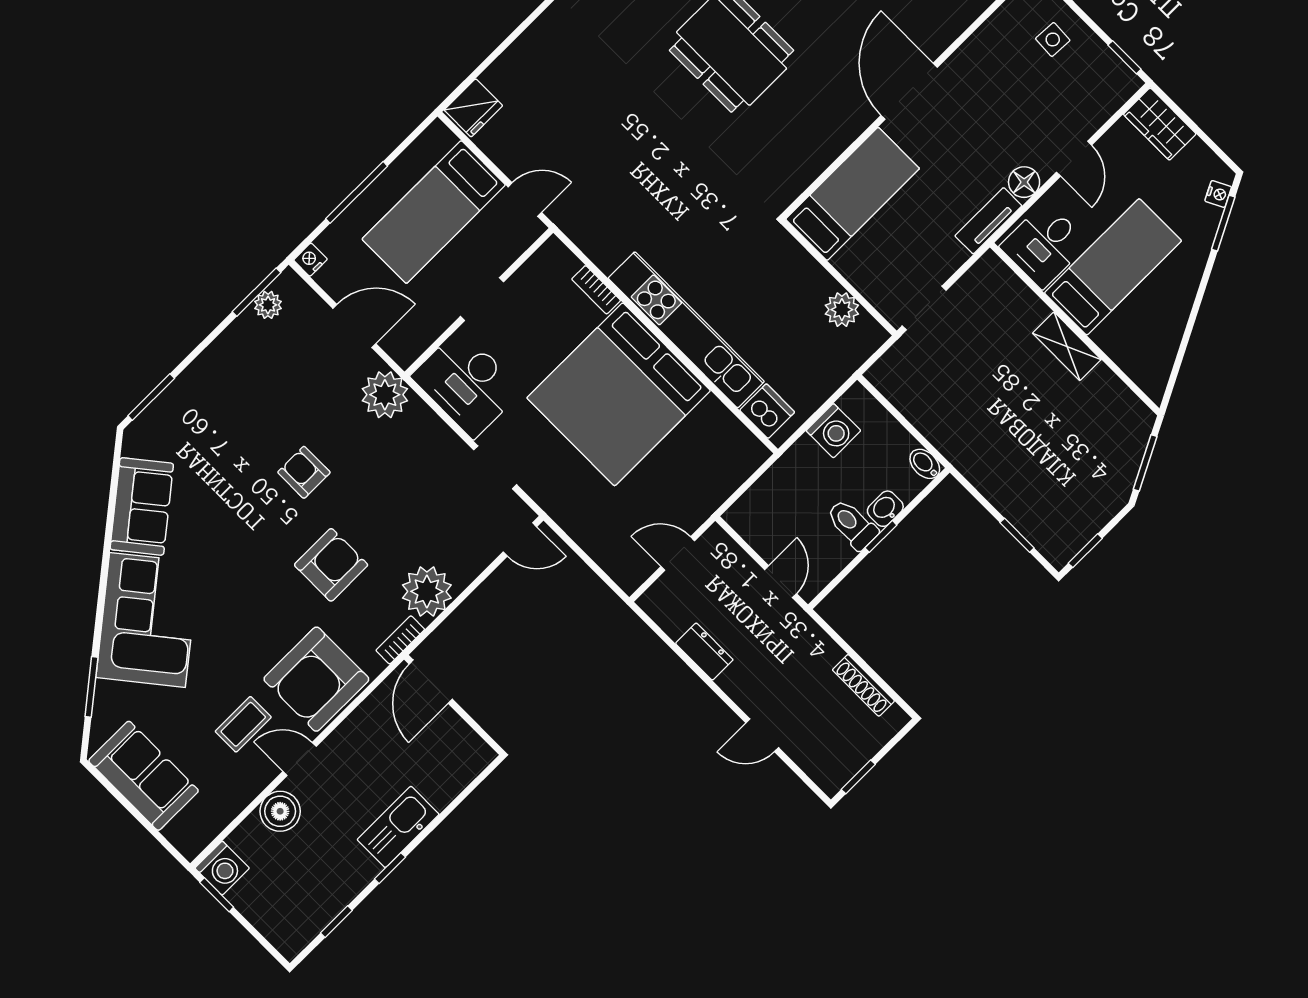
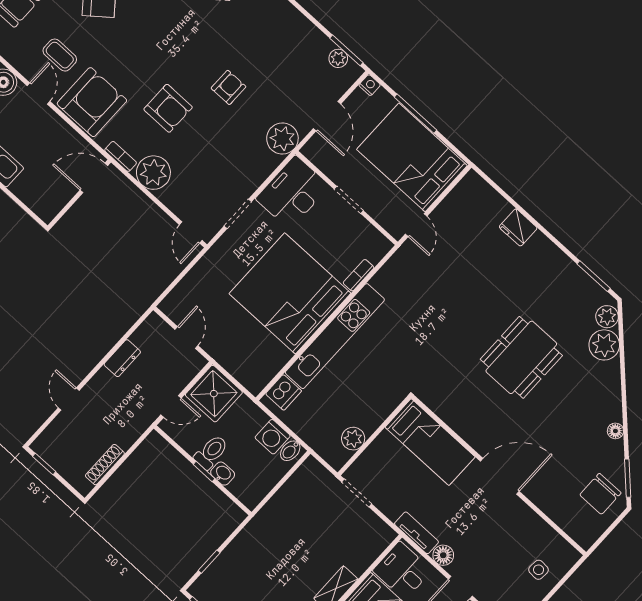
fridge: (473, 108) -> (518, 227), moved
bed: (434, 212) -> (412, 157), width x1.50
bidet: (925, 464) -> (290, 451), moved, turned 180
shower: (764, 516) -> (214, 394), added
armchair: (316, 679) -> (92, 102), turned 90

